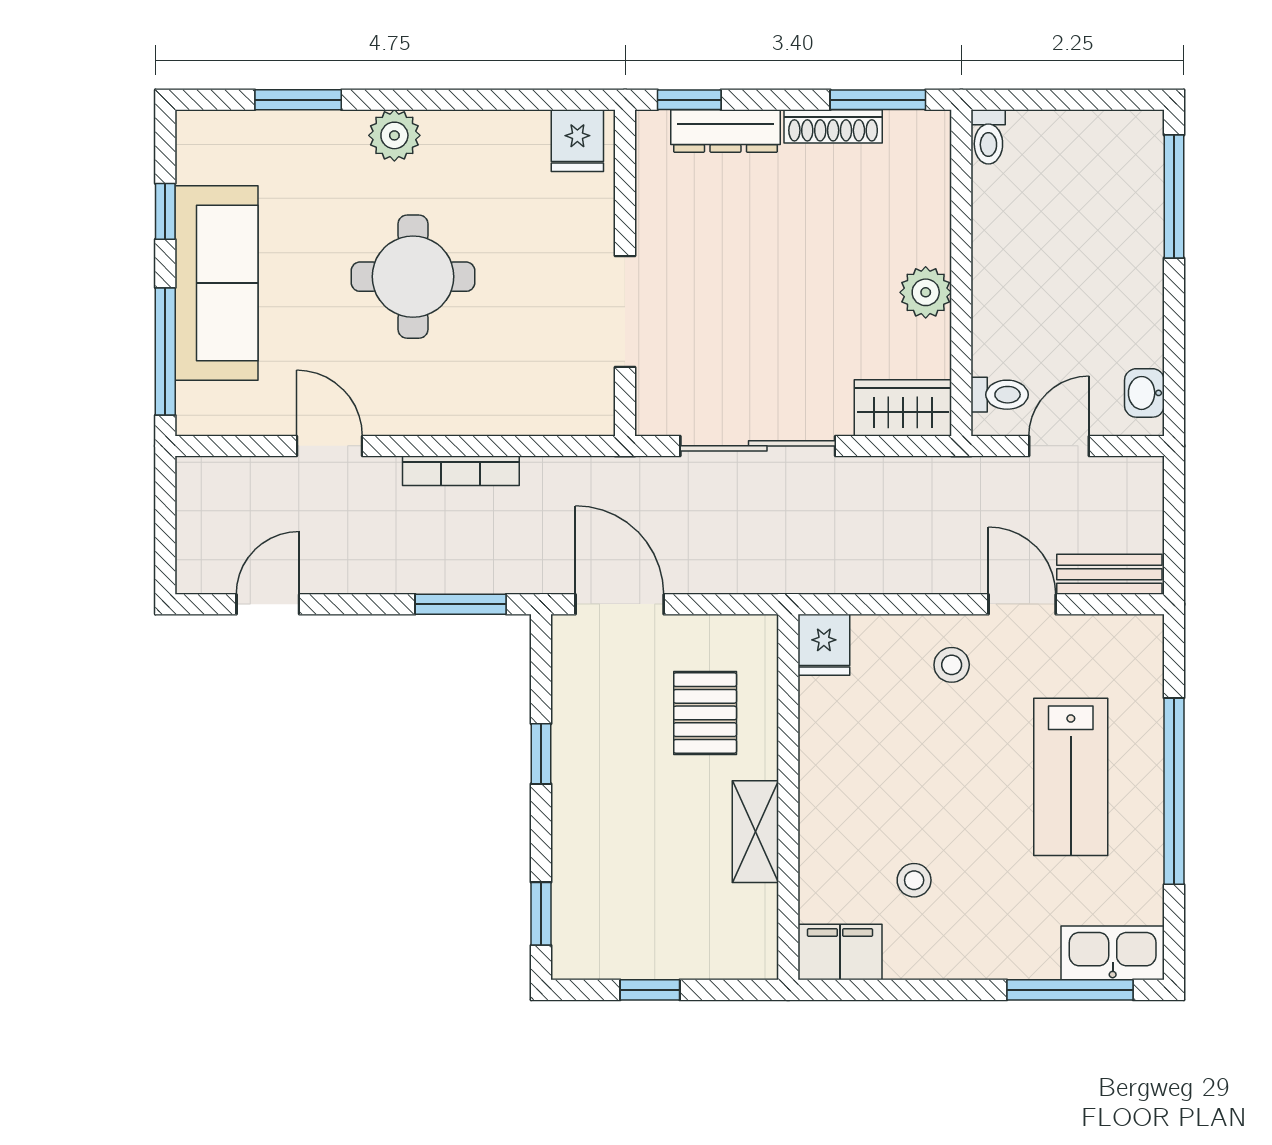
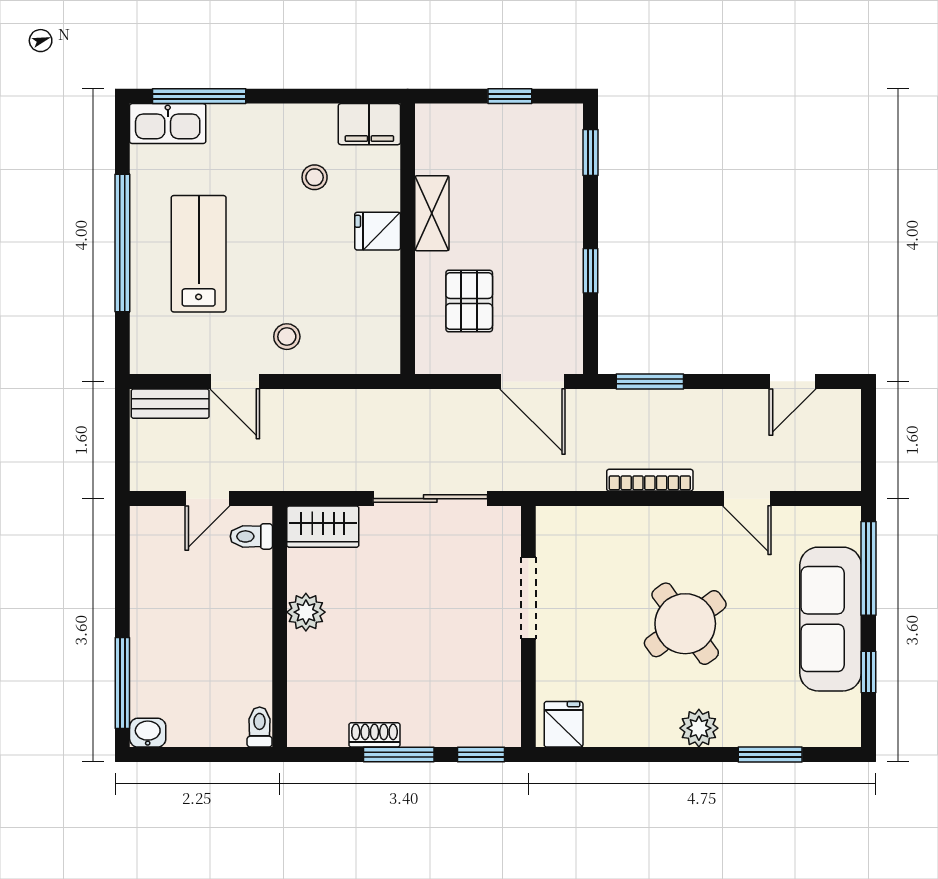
window: (878, 100) -> (399, 755), moved
shoe rack: (833, 126) -> (374, 735), width x0.70
dresser: (725, 131) -> (454, 731), removed
round table: (413, 277) -> (685, 624), turned -36
washbasin: (1144, 393) -> (148, 733), moved, turned -90
fridge: (824, 645) -> (378, 231), moved, turned -90

